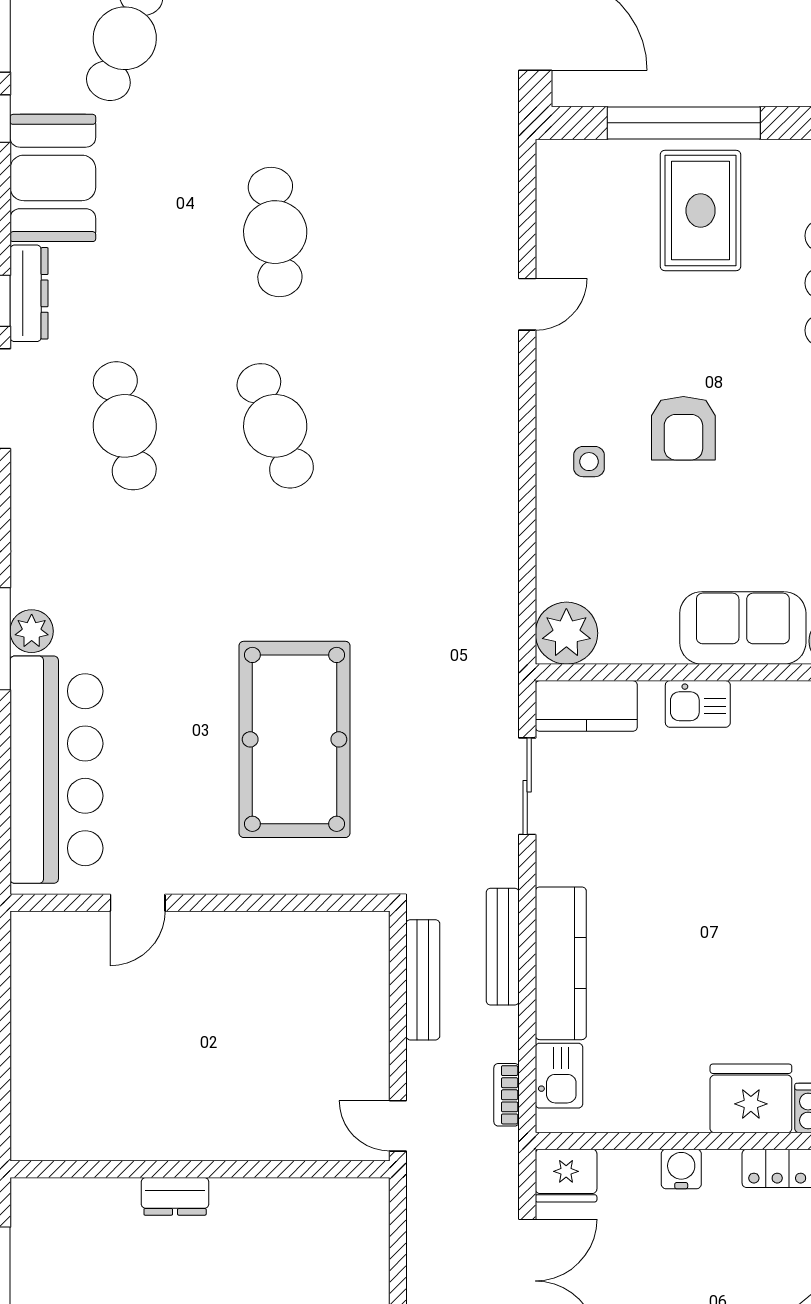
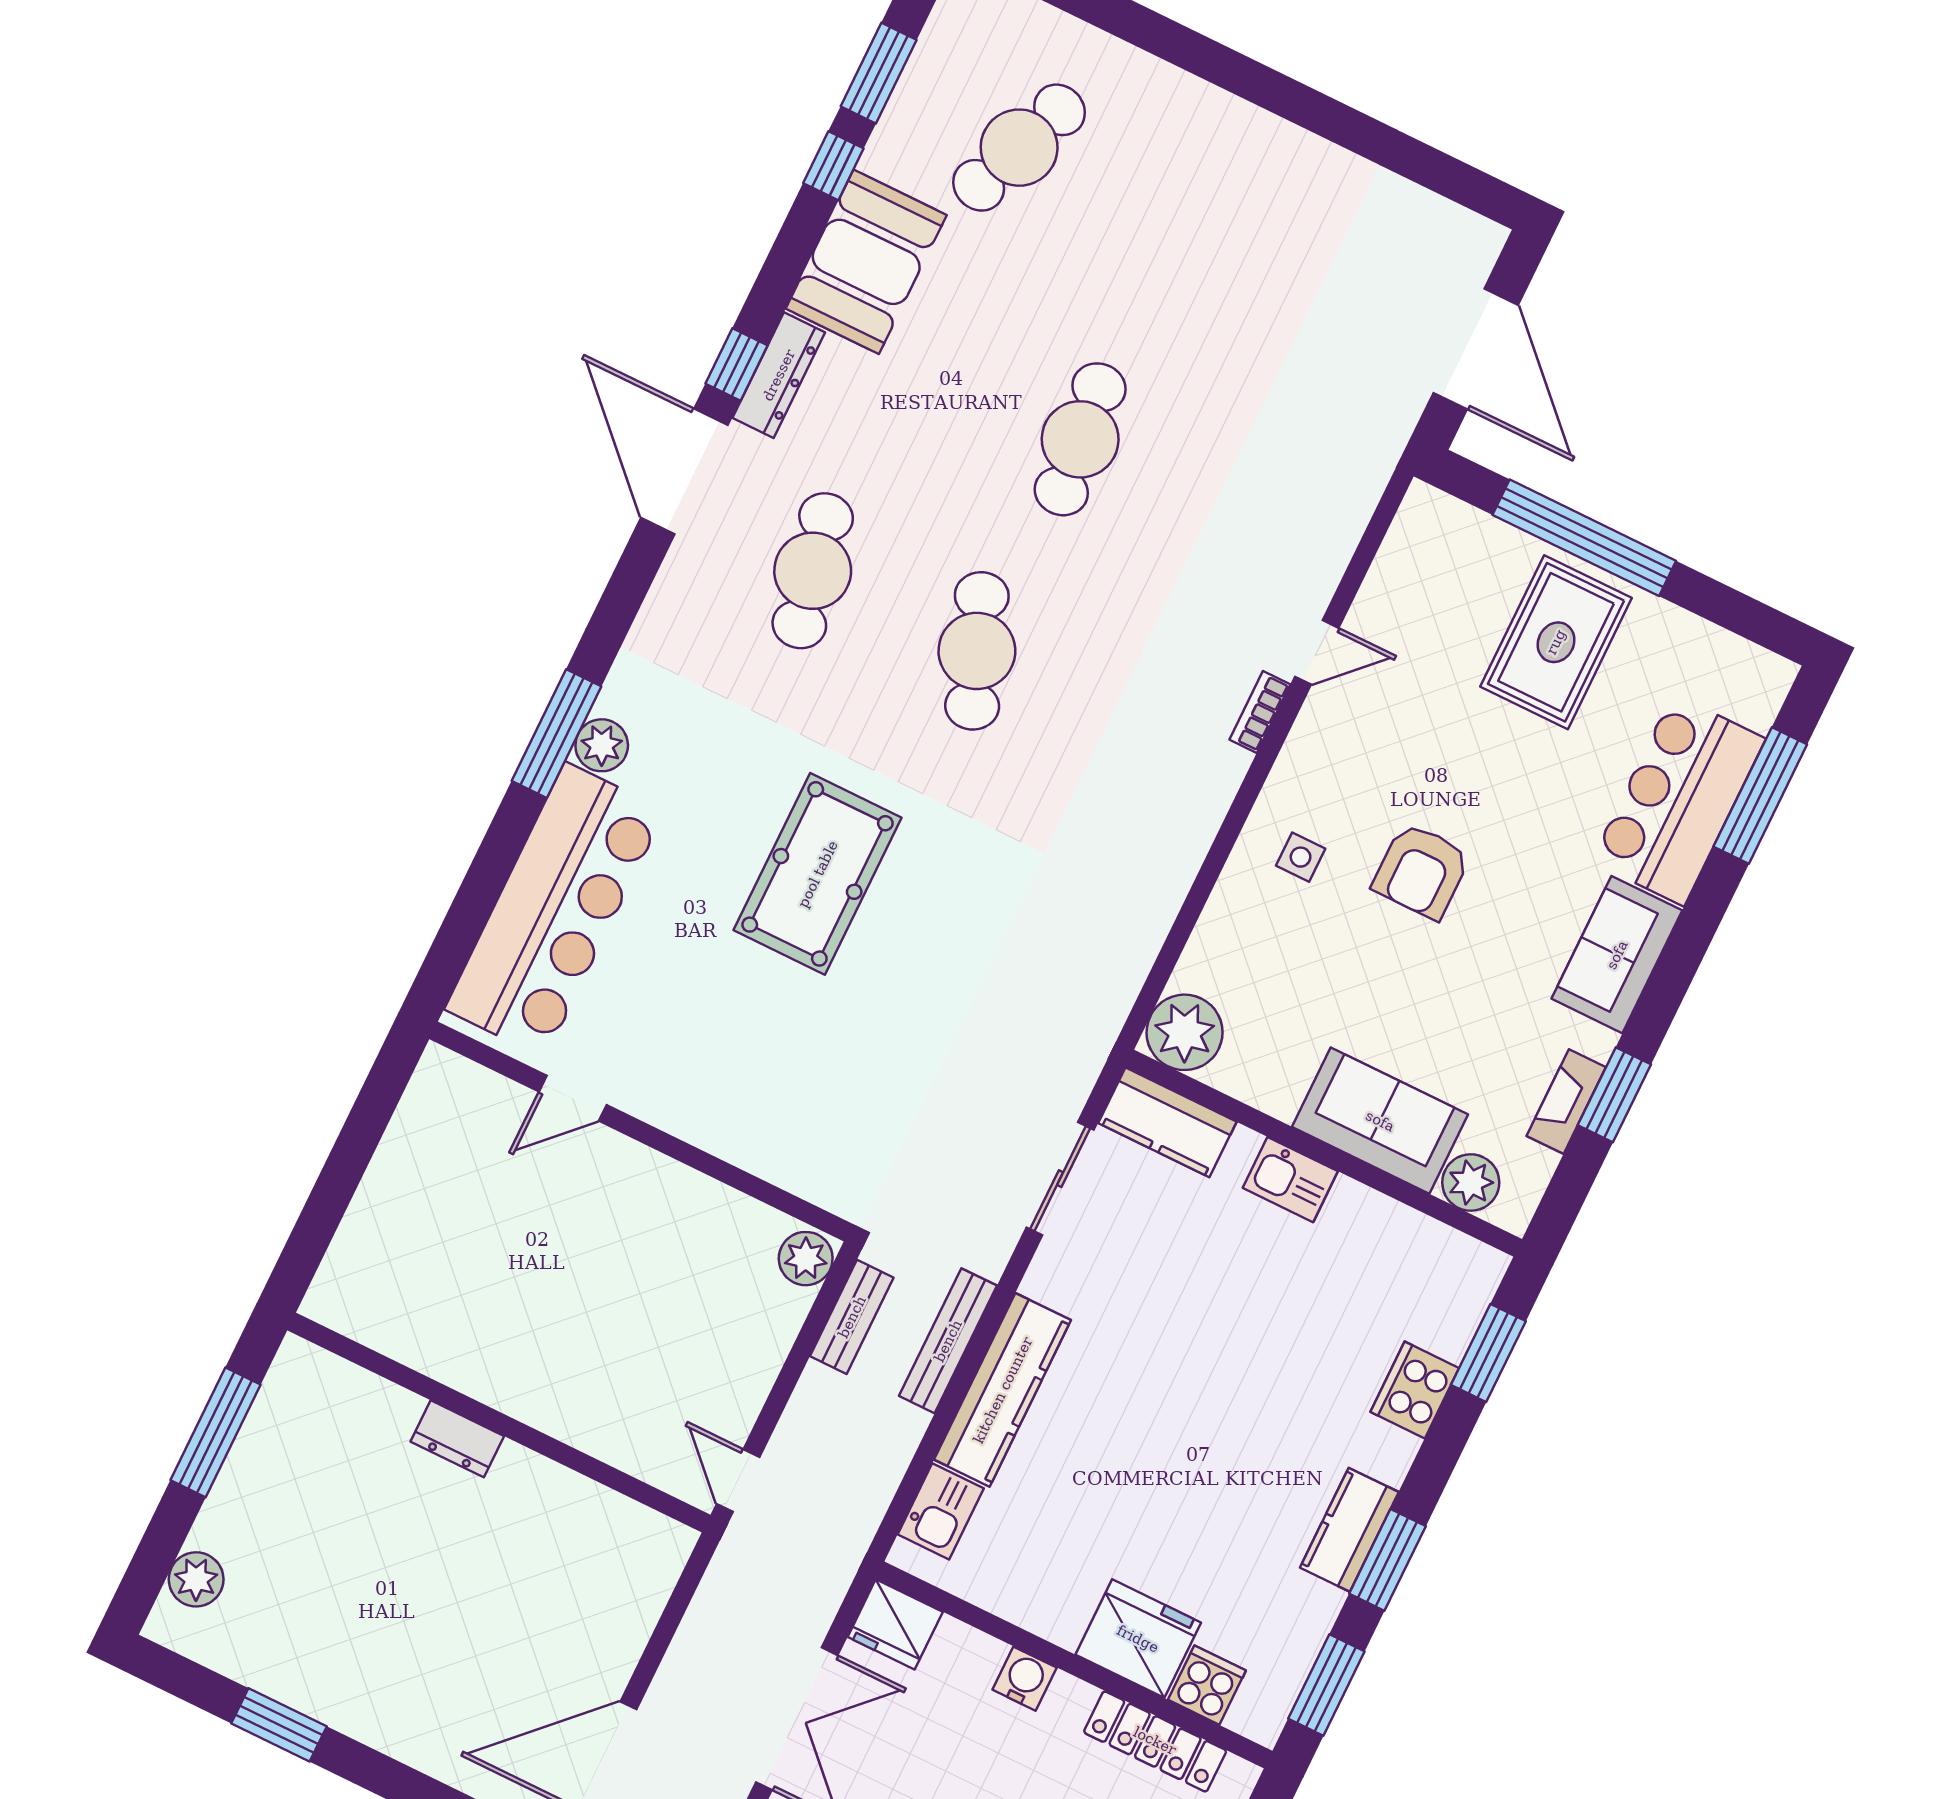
pool table: (295, 739) -> (818, 874), moved, width x0.73, depth x0.76
plant: (368, 937) -> (806, 1259), added
bench: (423, 980) -> (852, 1317), width x0.73
bookcase: (507, 1095) -> (1260, 712), moved

